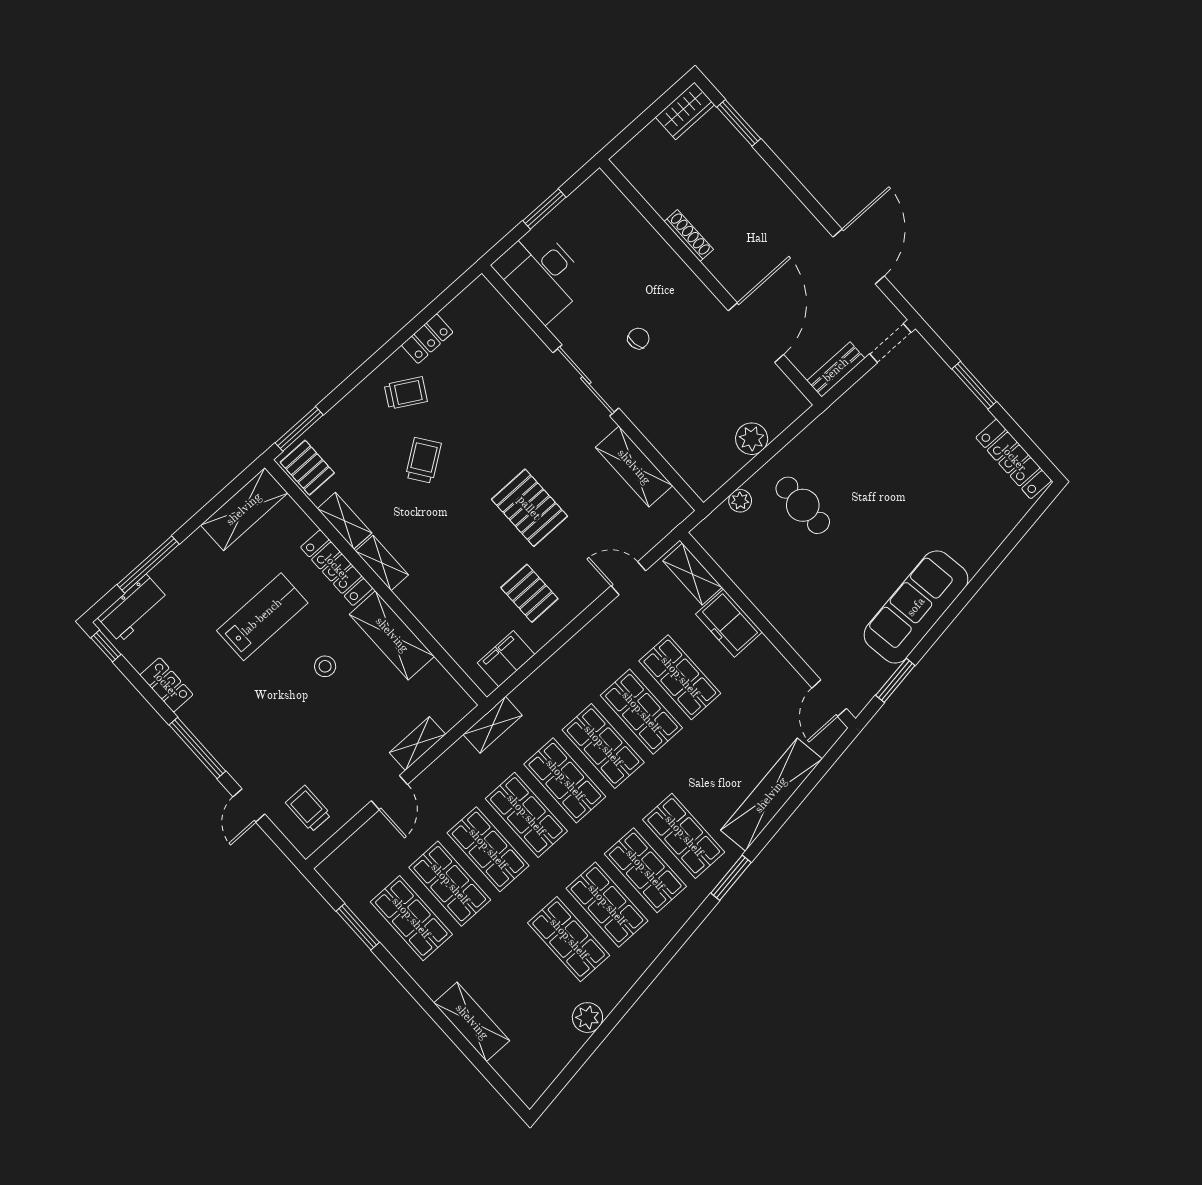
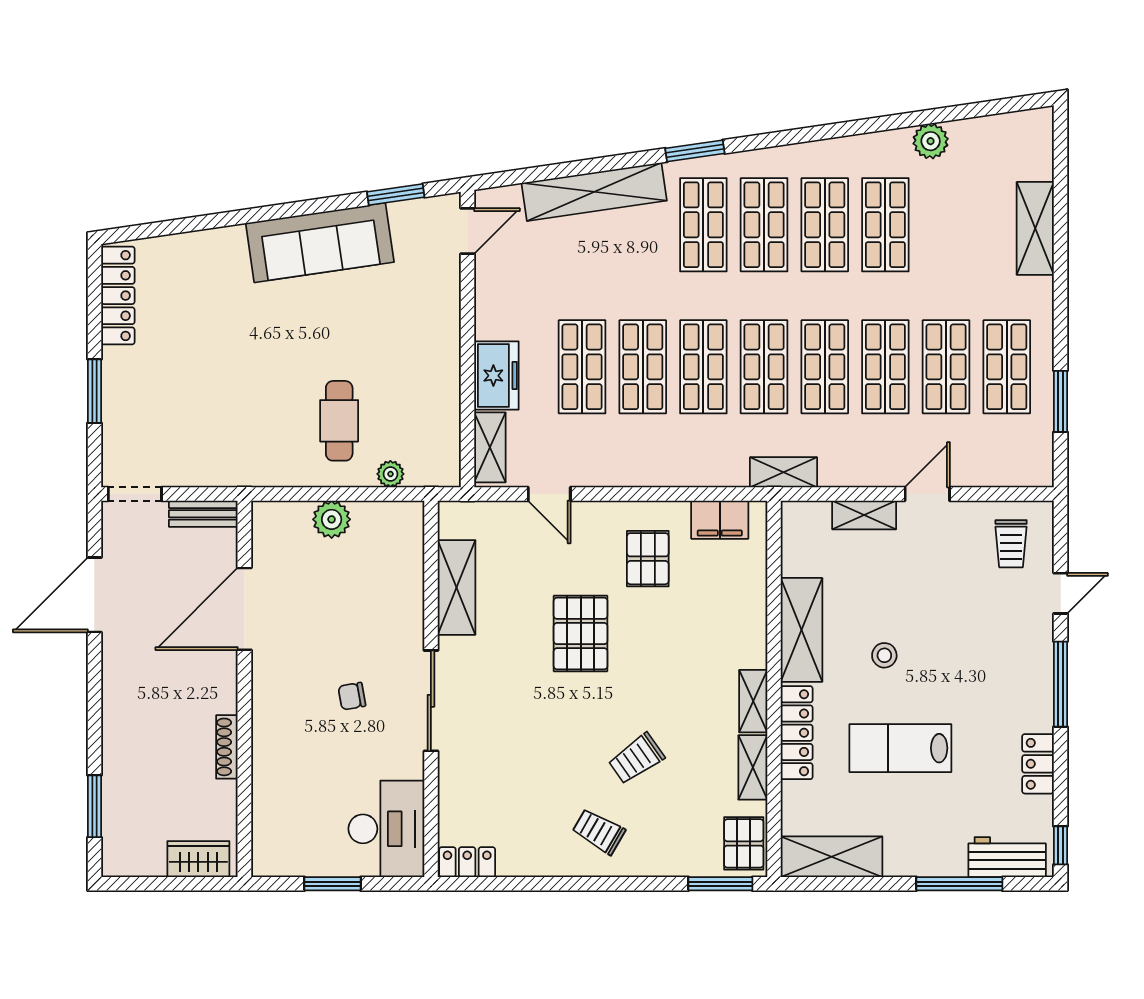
wardrobe: (685, 111) -> (198, 859), moved
locker: (427, 339) -> (467, 862), moved

